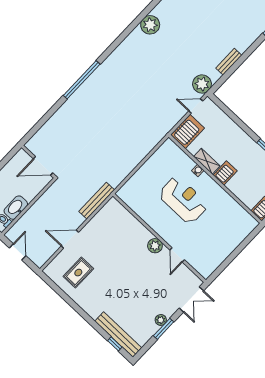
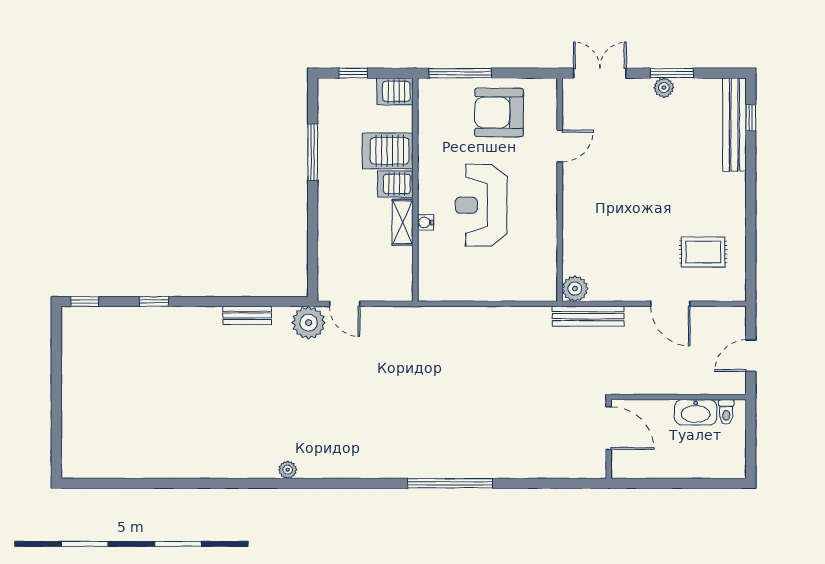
plant: (150, 25) -> (288, 470), width x0.53, depth x0.53
server rack: (187, 131) -> (388, 151), moved
window: (245, 242) -> (460, 73), added
armchair: (214, 243) -> (499, 112), added
plant: (155, 246) -> (575, 289), moved

